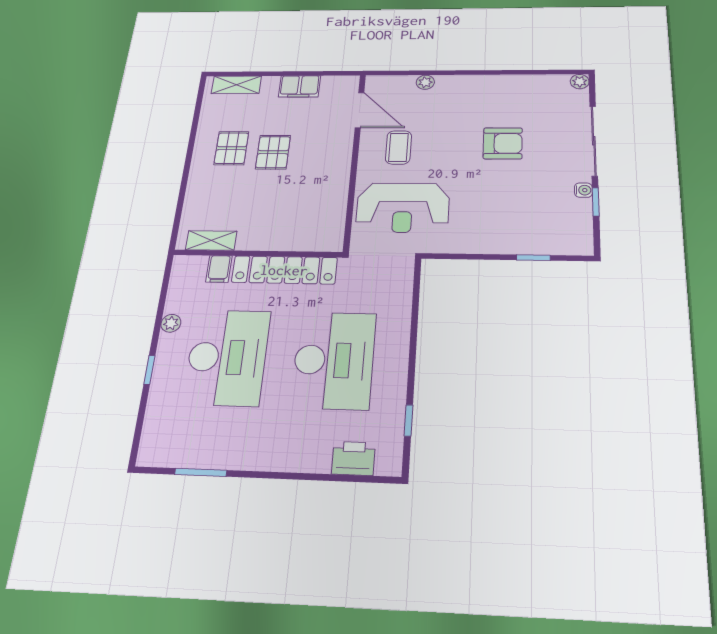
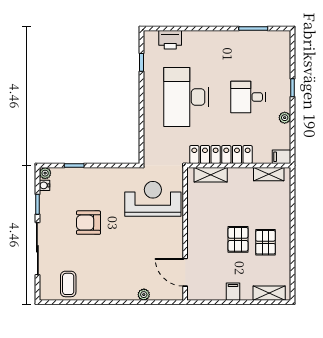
plant: (580, 82) -> (45, 173), moved
filing cabinet: (300, 86) -> (233, 292), width x0.50
armchair: (503, 143) -> (88, 223), moved
coffee table: (398, 147) -> (68, 284), moved
water cooler: (583, 190) -> (44, 185), moved
shelving: (305, 241) -> (211, 175), added
filing cabinet: (219, 269) -> (281, 157), moved, turned -90
desk: (227, 357) -> (248, 97), width x0.53, depth x0.77

